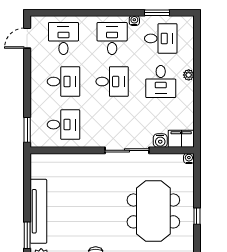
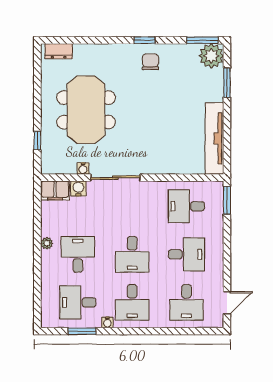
plant: (189, 75) -> (47, 243), moved
desk: (63, 82) -> (186, 254), turned 180
desk: (112, 82) -> (132, 254), turned -90
water cooler: (189, 158) -> (83, 168), moved
tv unit: (38, 211) -> (215, 138), moved
window: (197, 216) -> (37, 141), moved

